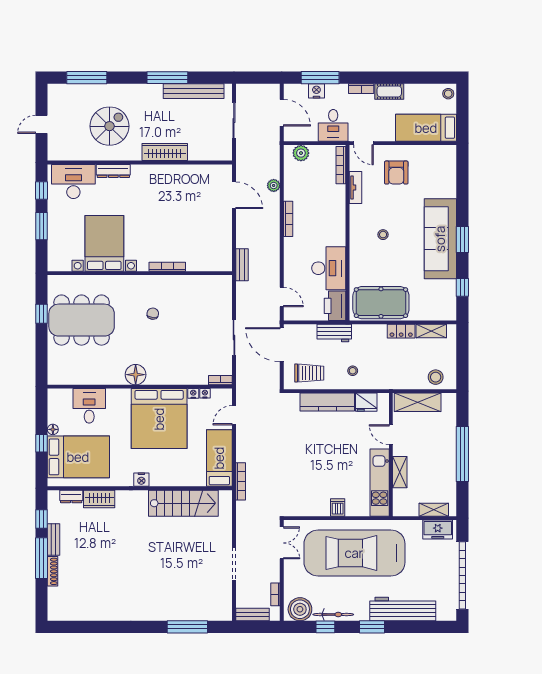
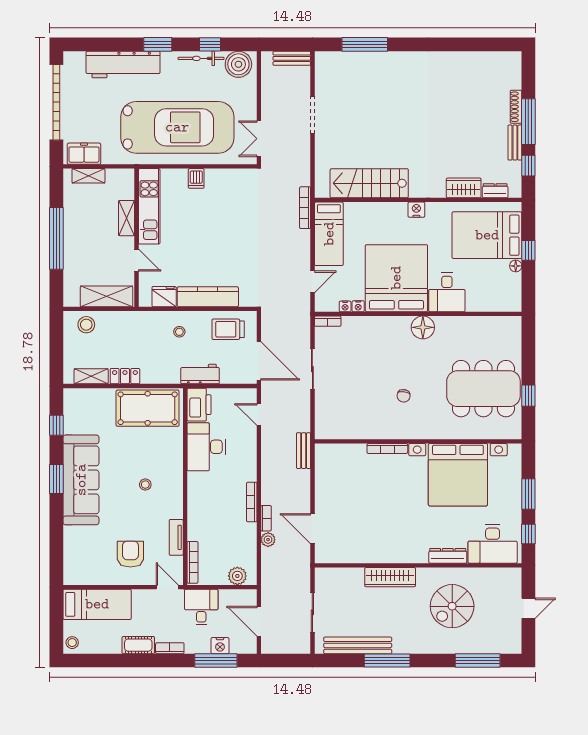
bed with nightstands: (104, 243) -> (458, 475), width x1.36
desk: (89, 406) -> (447, 292), moved
bookcase: (275, 594) -> (266, 518), moved

